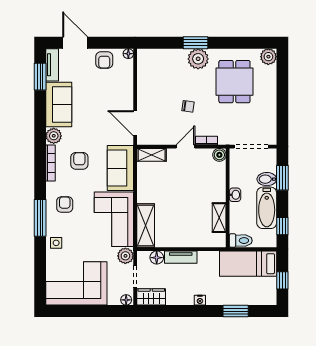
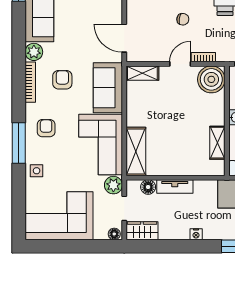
boiler: (219, 155) -> (211, 79), width x1.86, depth x1.86

